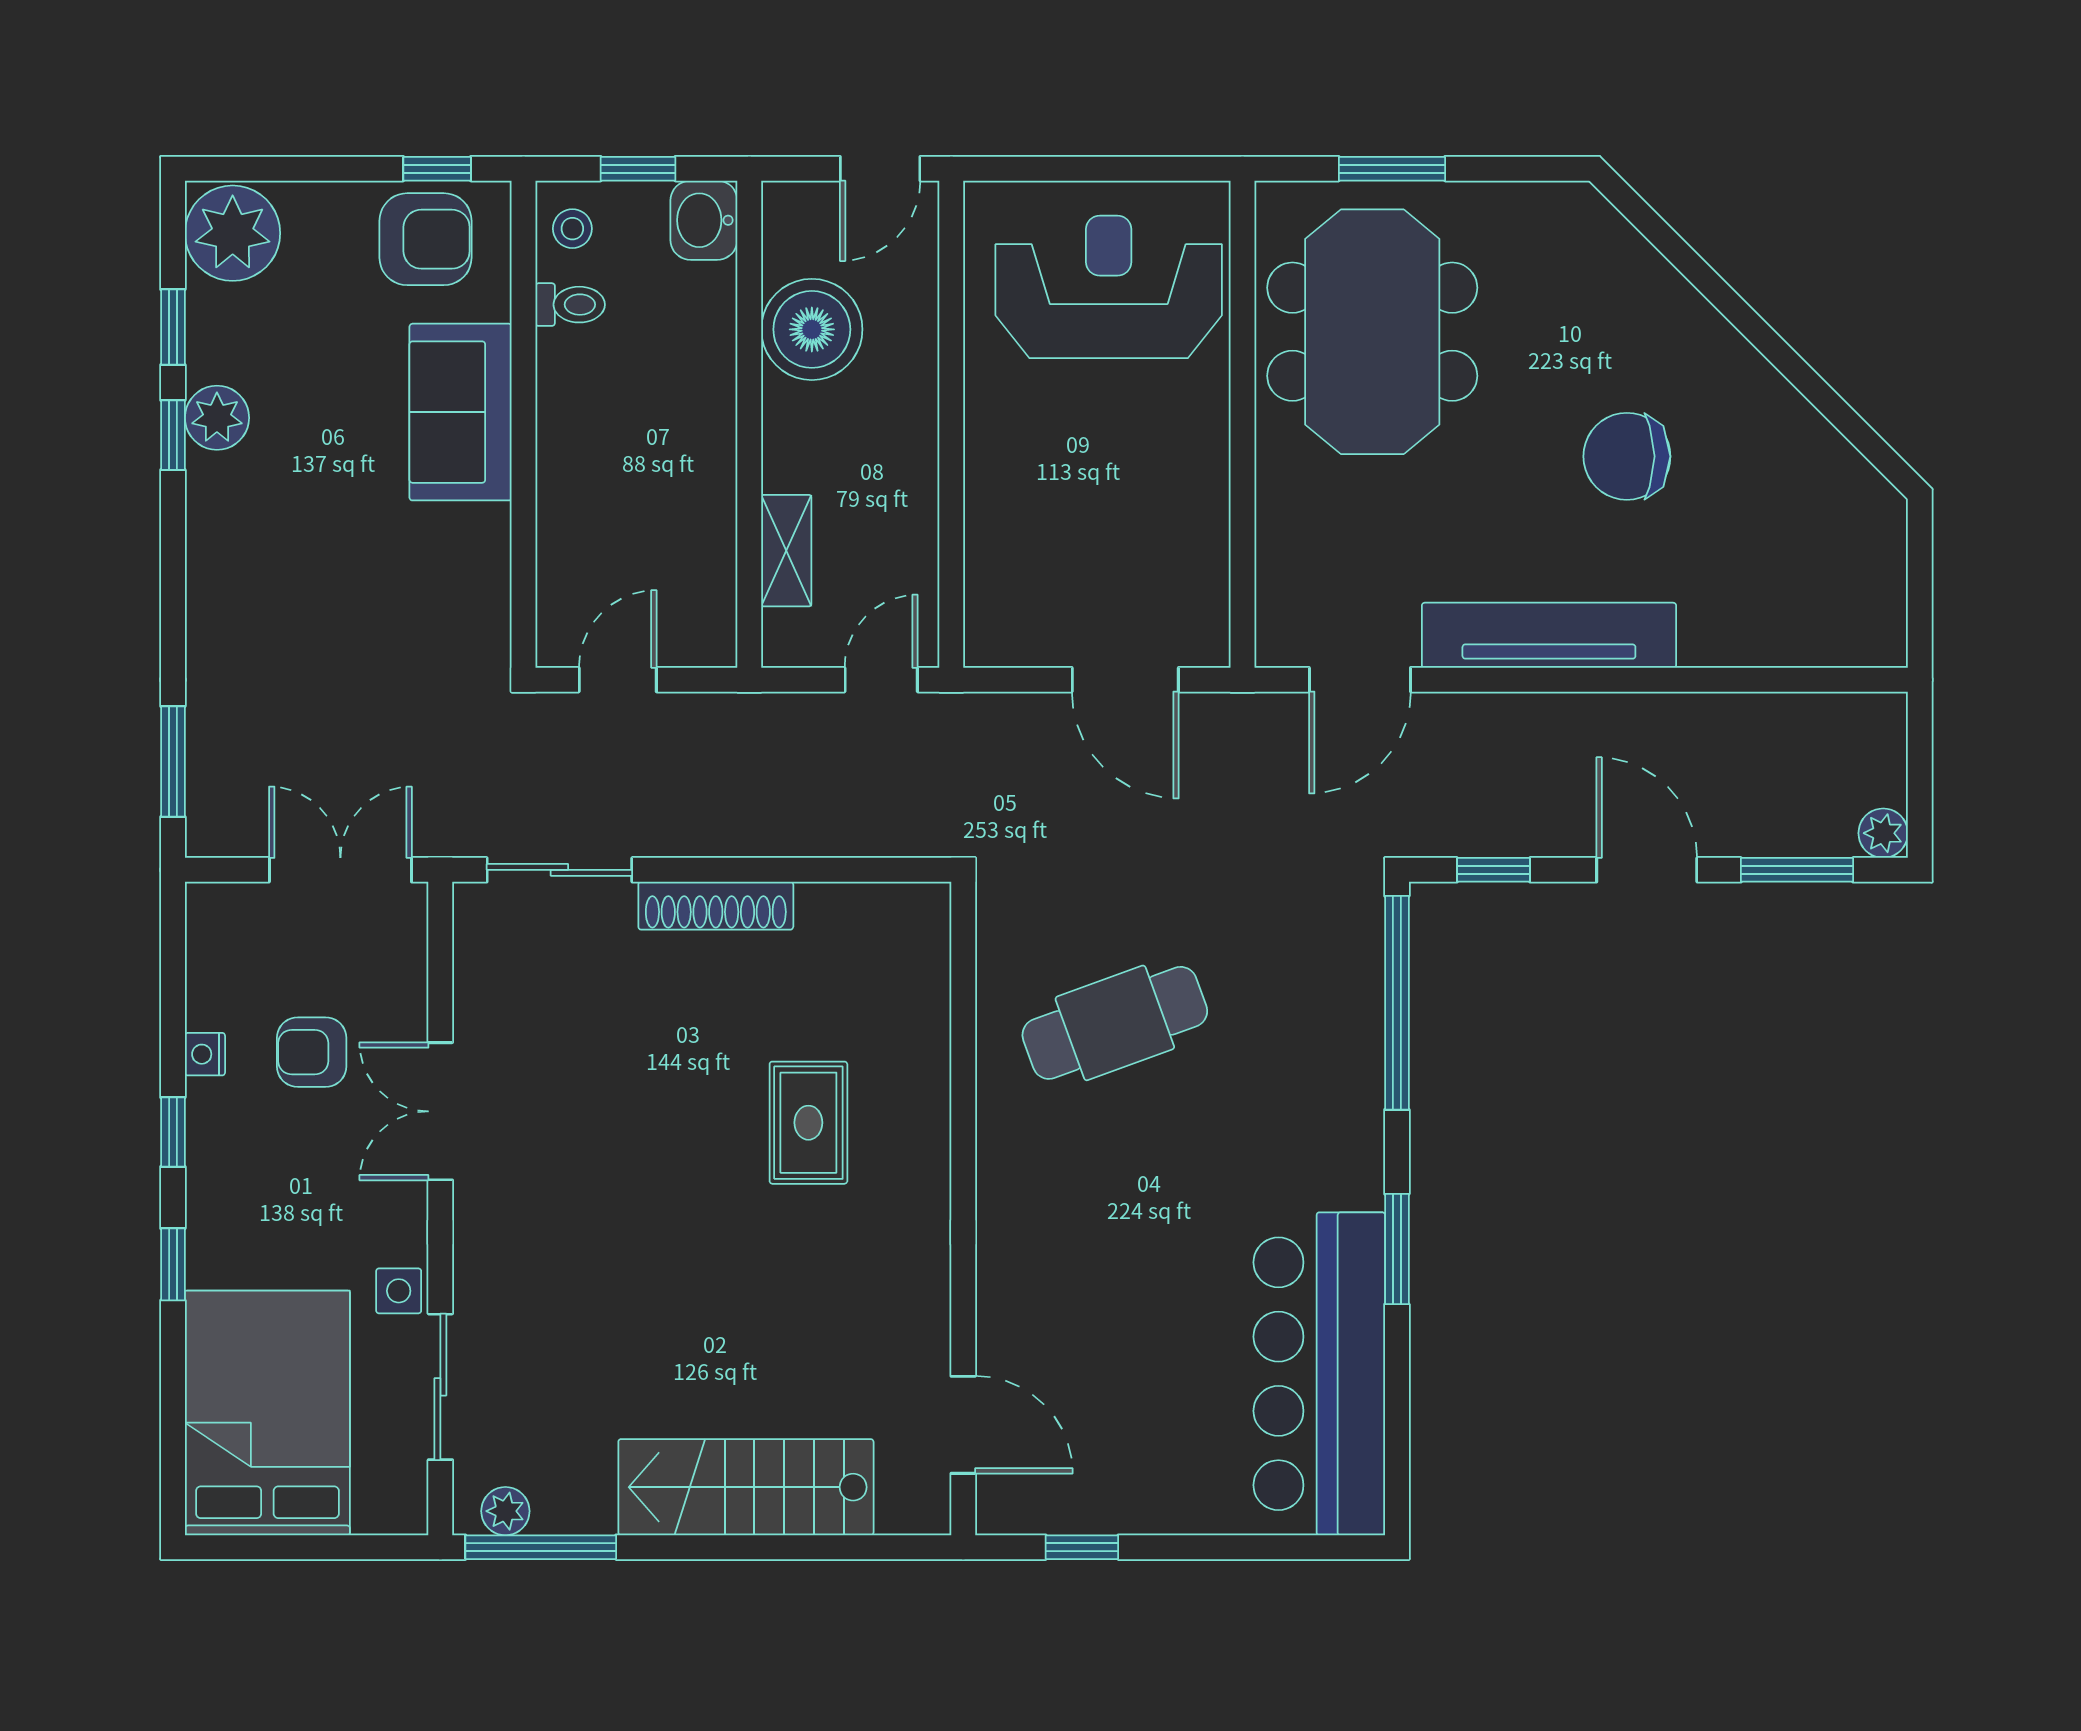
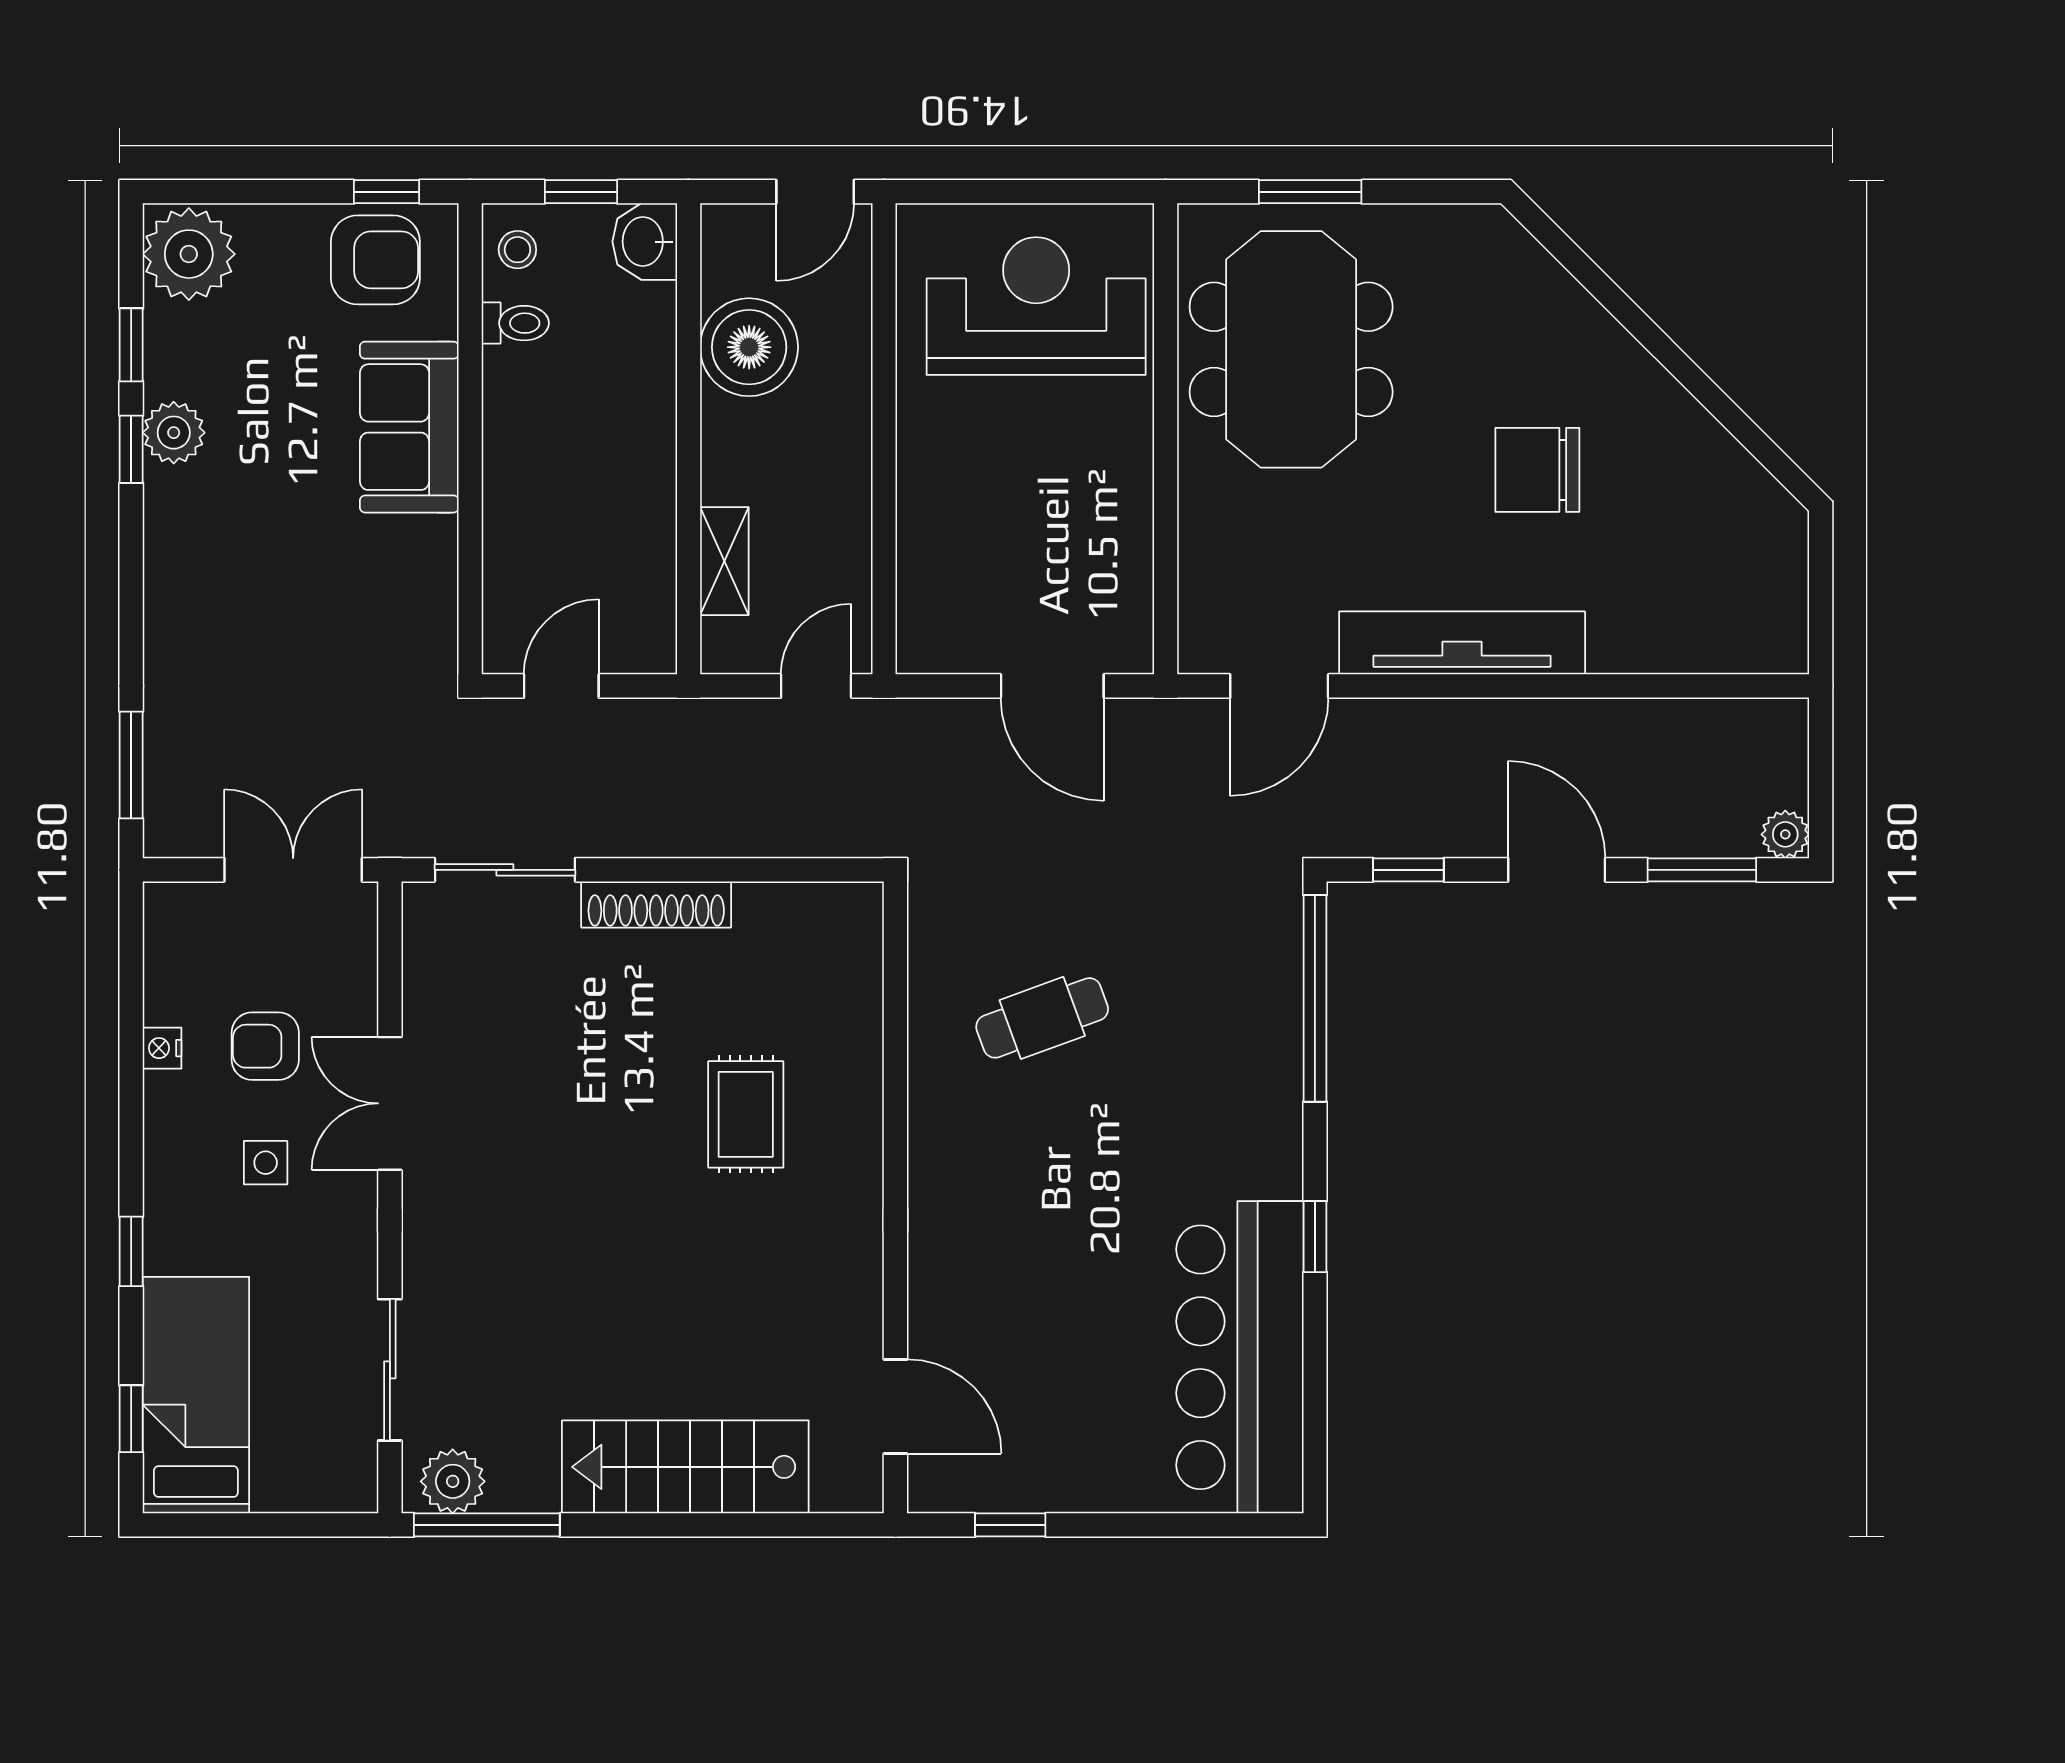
cafe table: (1115, 1023) -> (1042, 1018), width x0.73, depth x0.74
window: (173, 1132) -> (131, 1419), moved
window: (1397, 1249) -> (1315, 1237), width x0.67
side table: (399, 1291) -> (266, 1163), moved
bed: (267, 1413) -> (196, 1395), width x0.67
plant: (505, 1511) -> (453, 1481), width x1.38, depth x1.38

